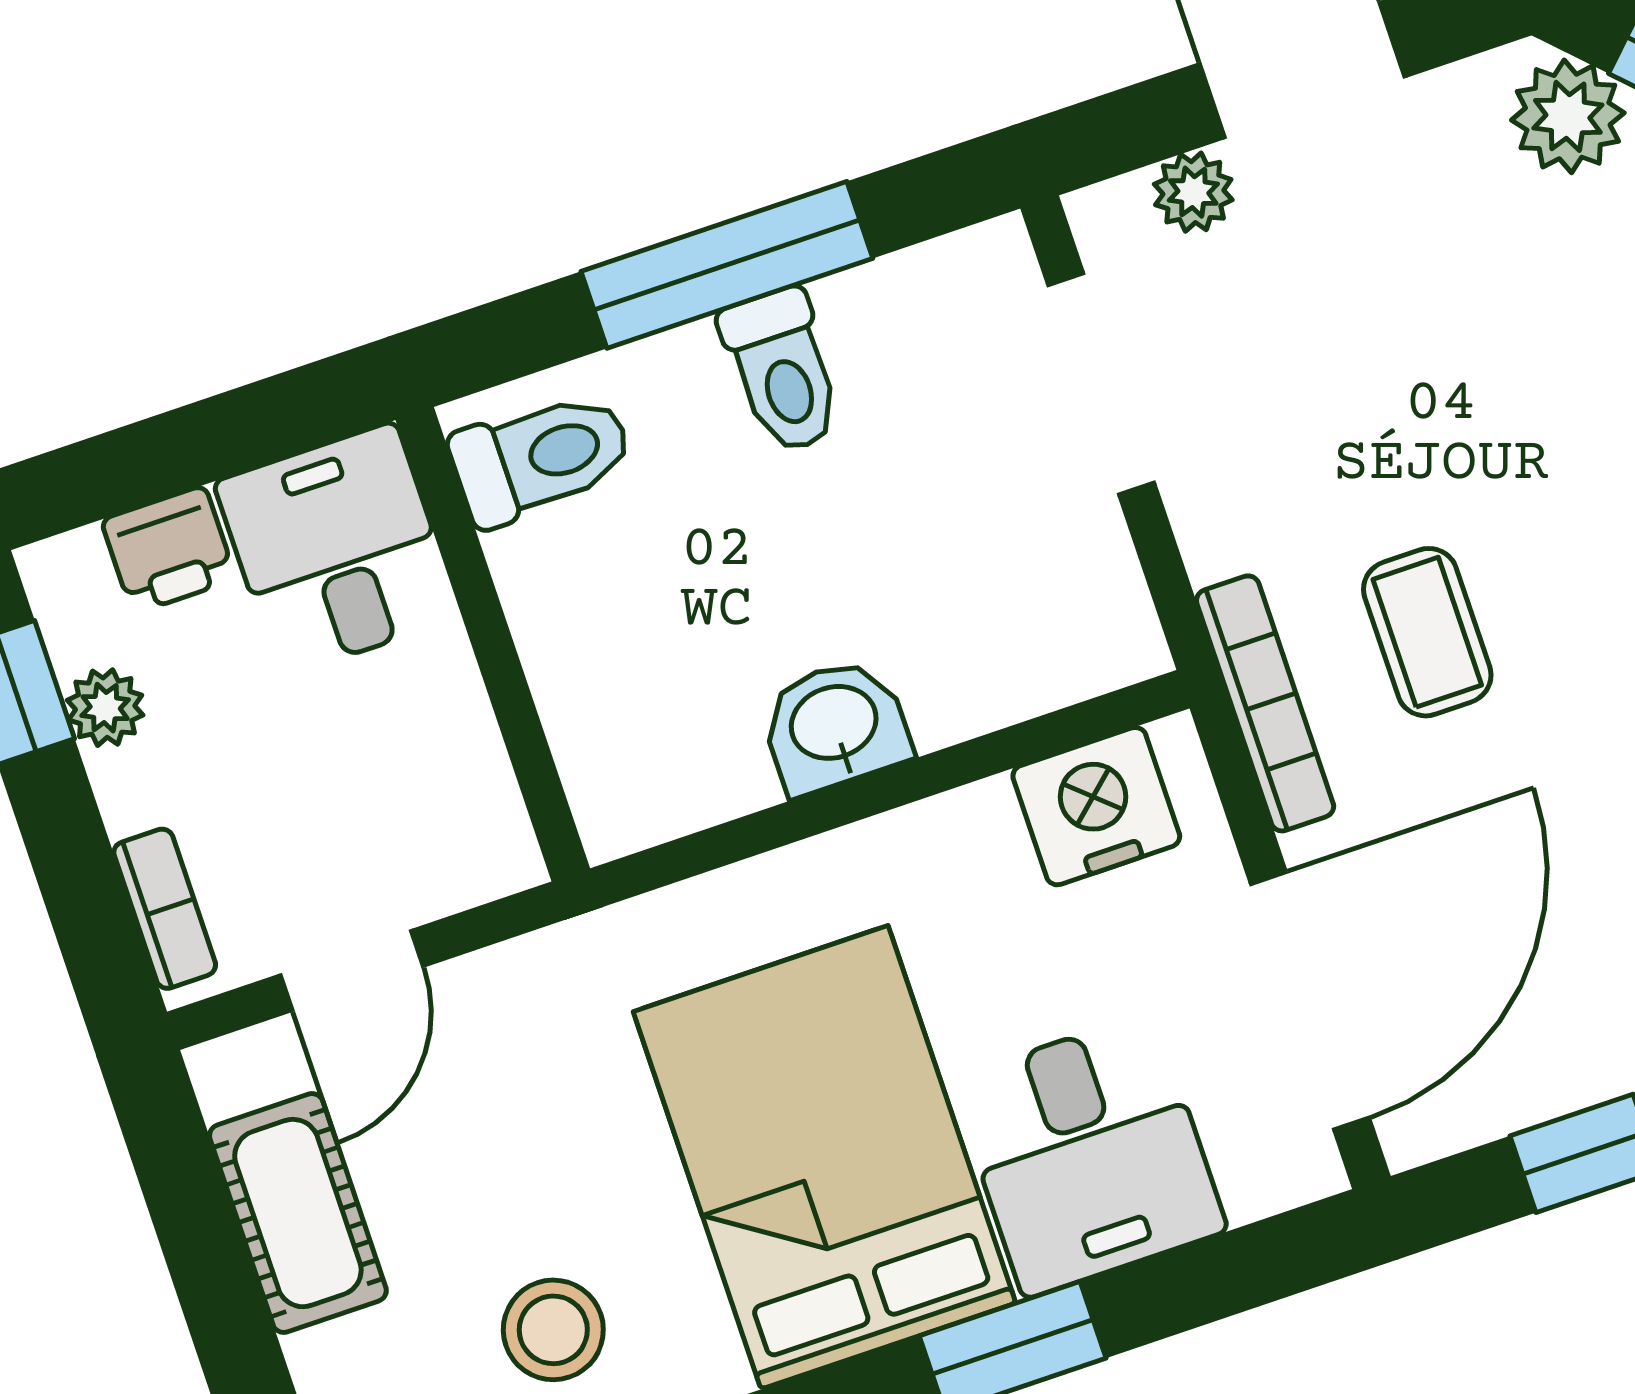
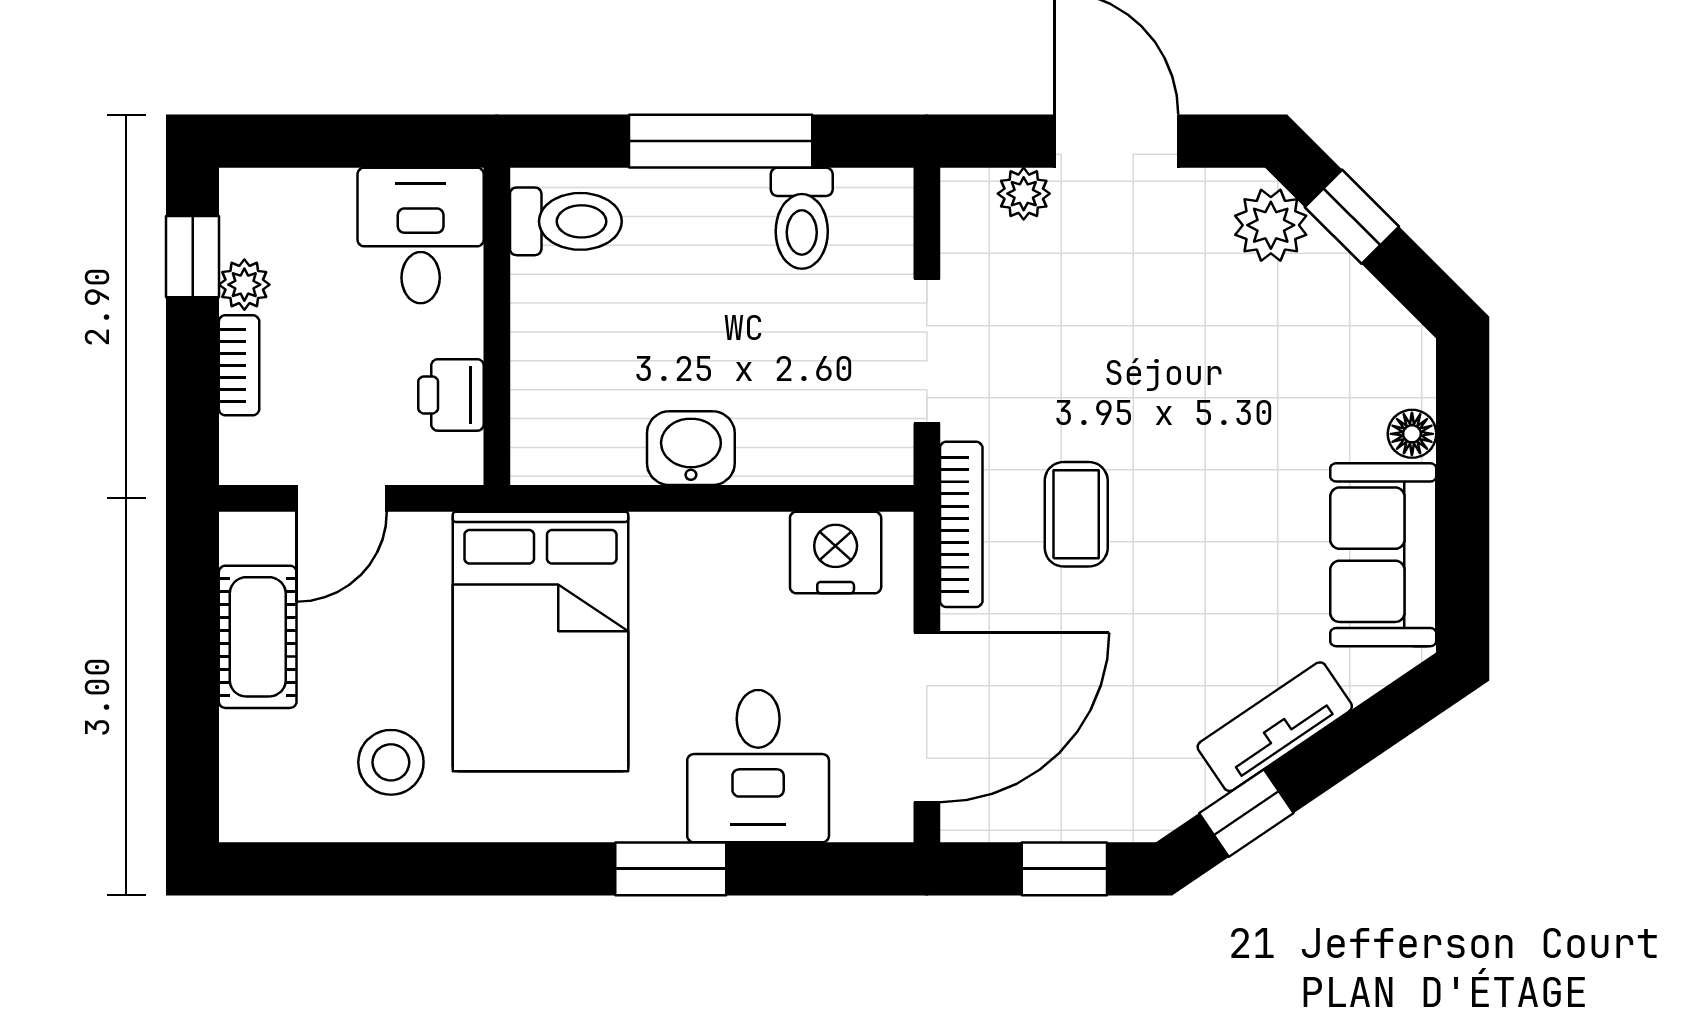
toilet: (782, 371) -> (802, 218), moved
doorway: (1101, 384) -> (927, 351), moved
printer: (169, 550) -> (451, 395), moved, turned 90
bookcase: (165, 909) -> (239, 365), moved
bed: (825, 1157) -> (541, 642), moved, turned 180

